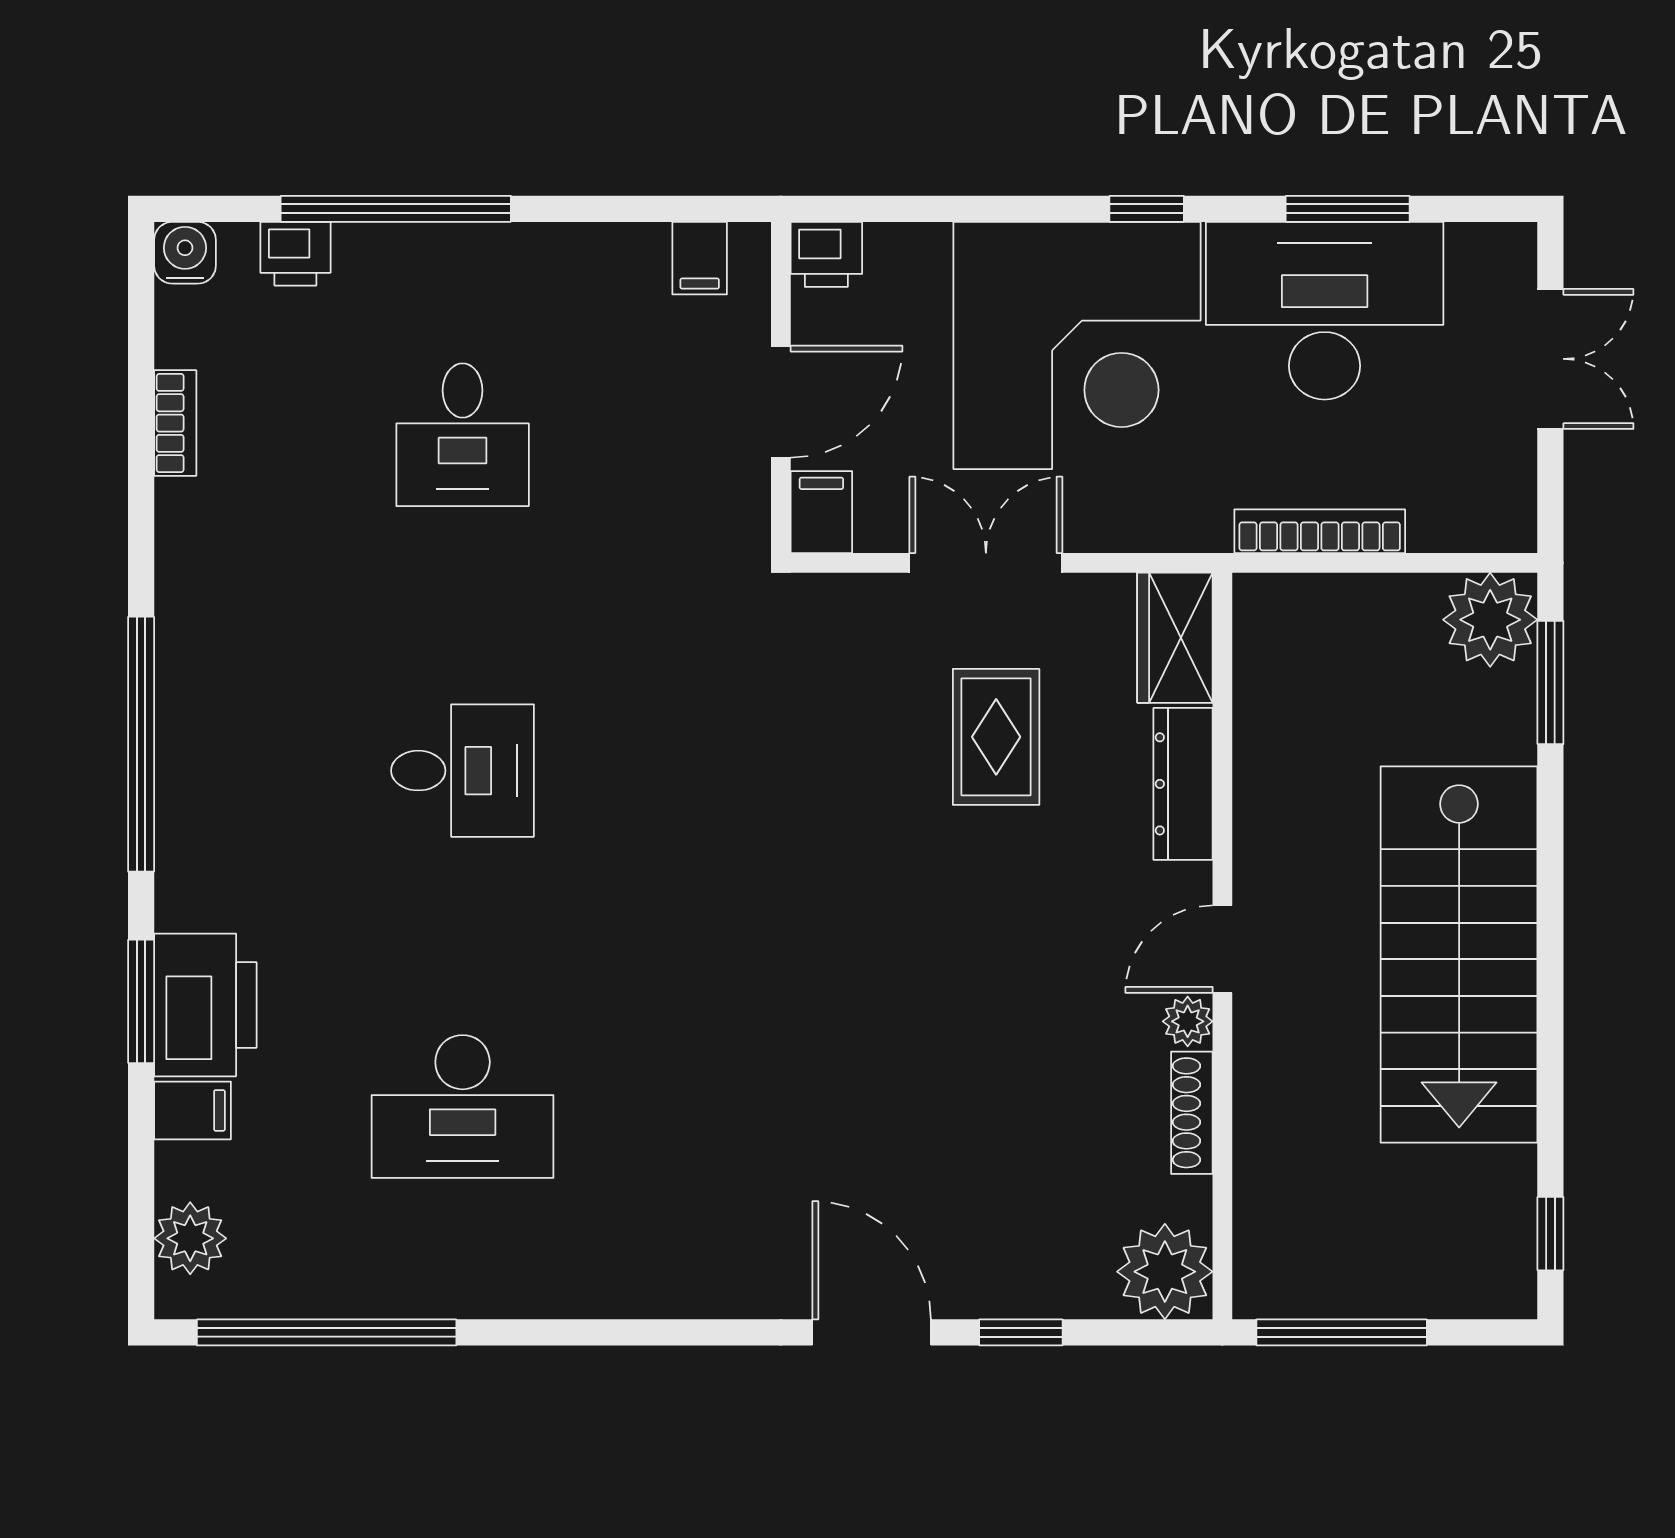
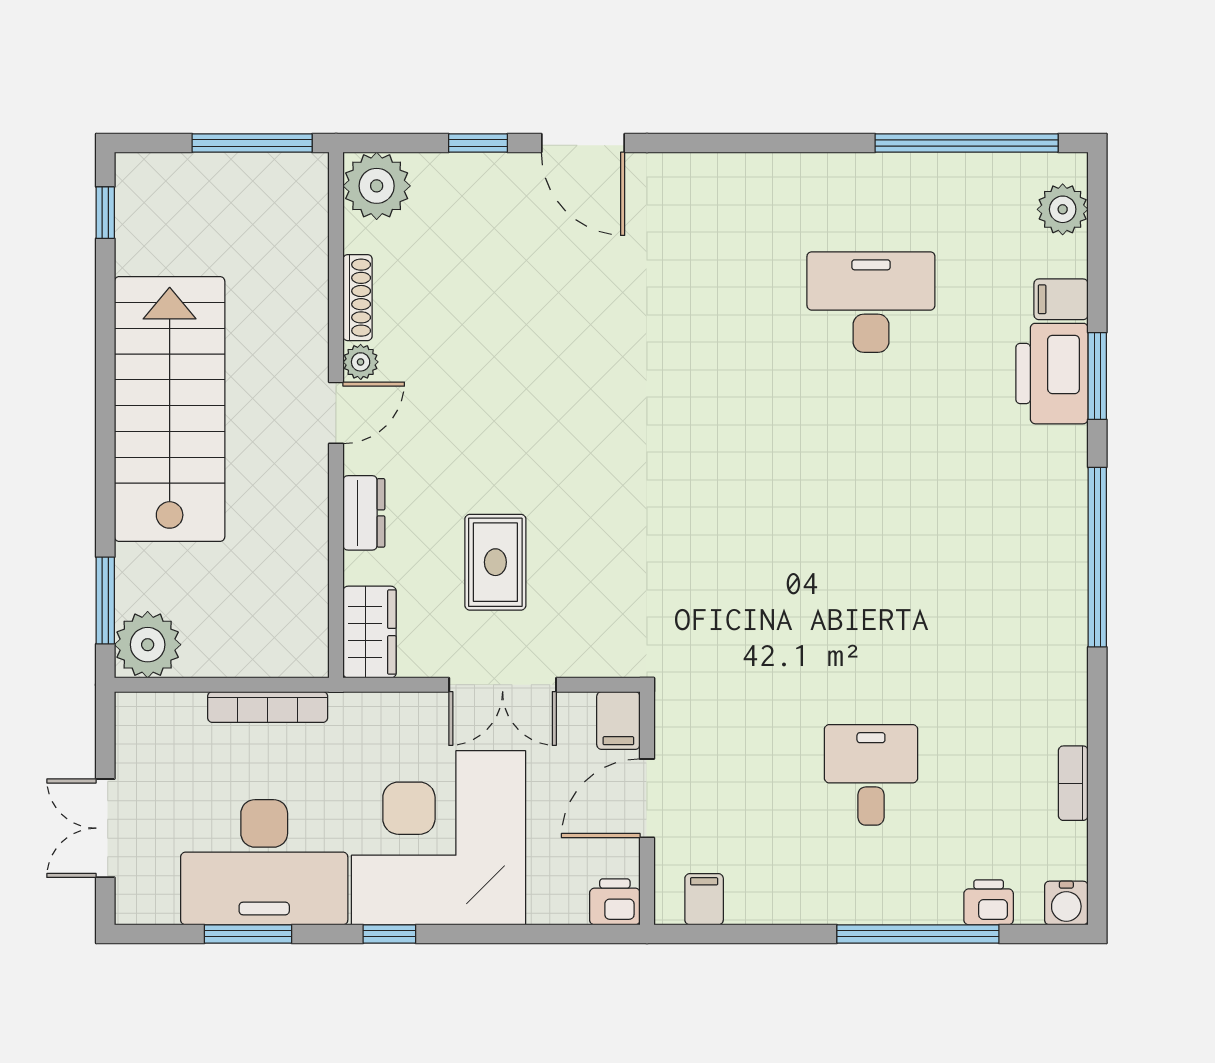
desk: (463, 771) -> (871, 538), removed
dresser: (1183, 784) -> (364, 513), width x0.70

